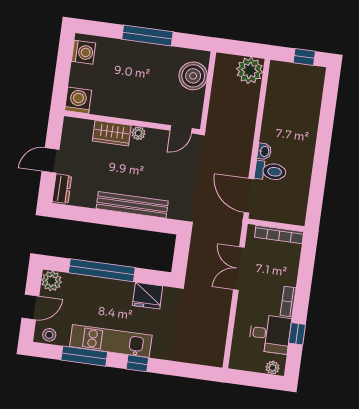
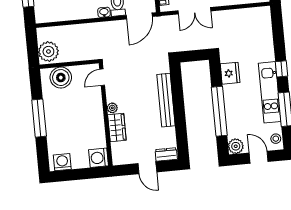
plant: (250, 70) -> (48, 52), moved
door: (181, 129) -> (102, 77), swing flipped

